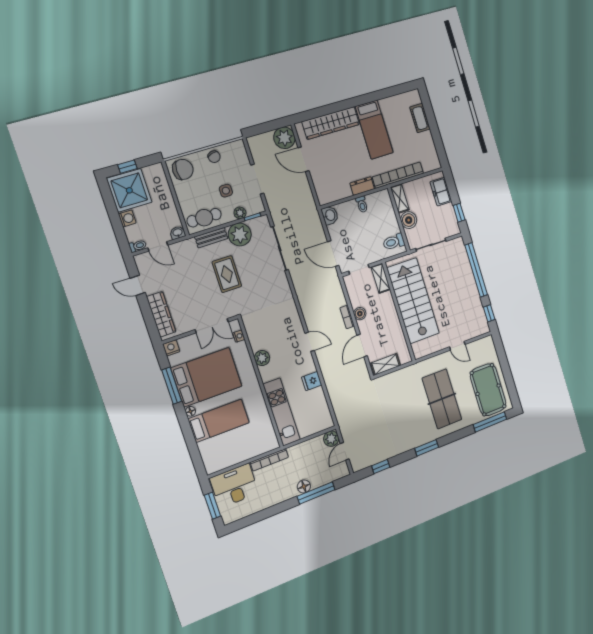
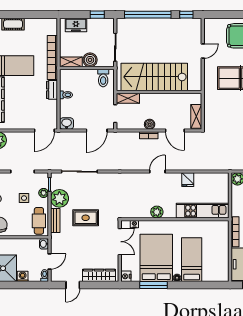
door: (303, 159) -> (44, 131), moved

